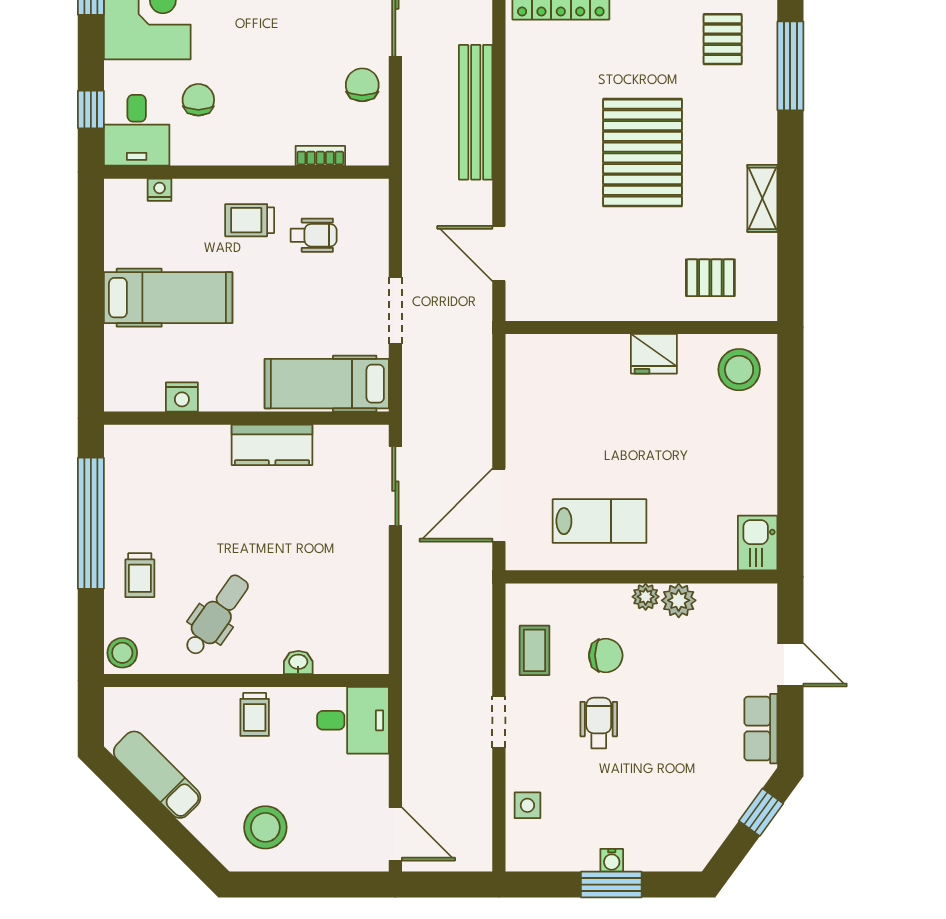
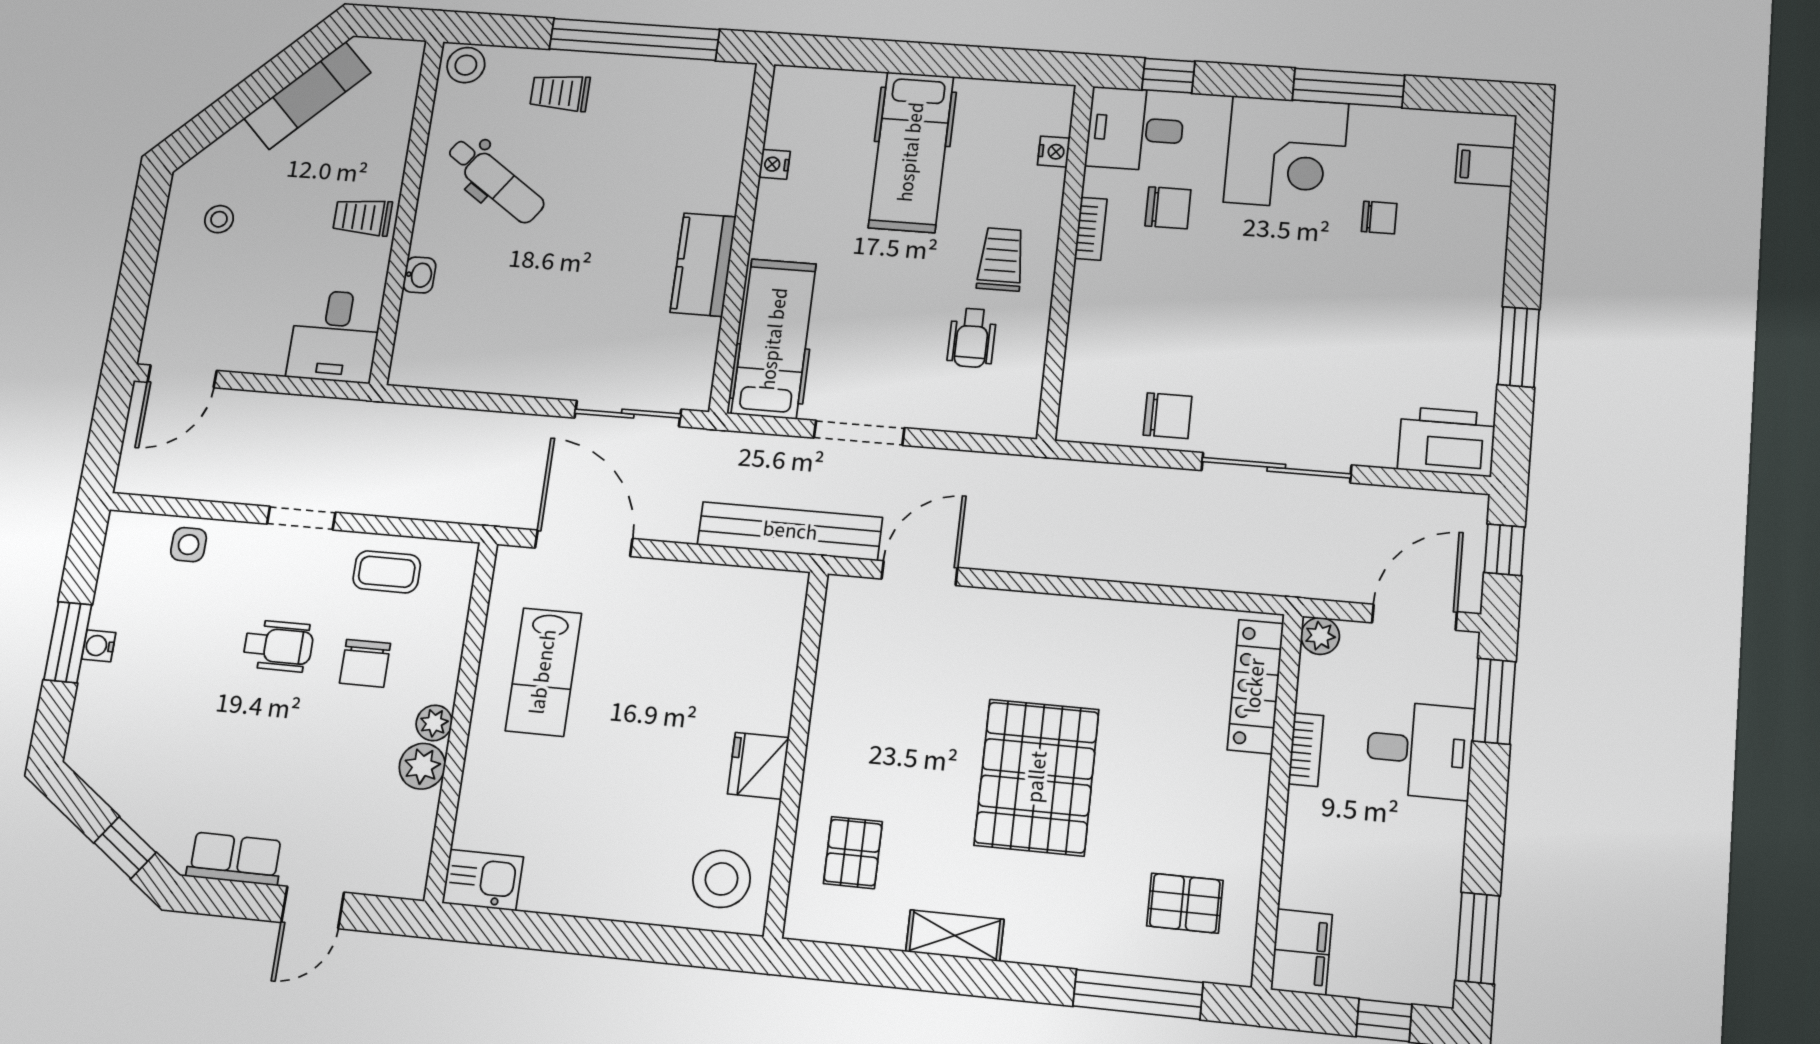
bench: (476, 112) -> (790, 531), moved
pallet: (643, 153) -> (1037, 777), turned 90
bookcase: (320, 156) -> (1091, 229), moved
nightstand: (182, 397) -> (774, 164), width x0.72, depth x0.74
stool: (265, 827) -> (219, 219), width x0.53, depth x0.53

